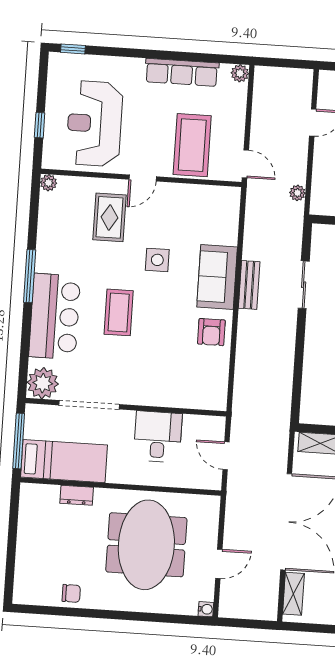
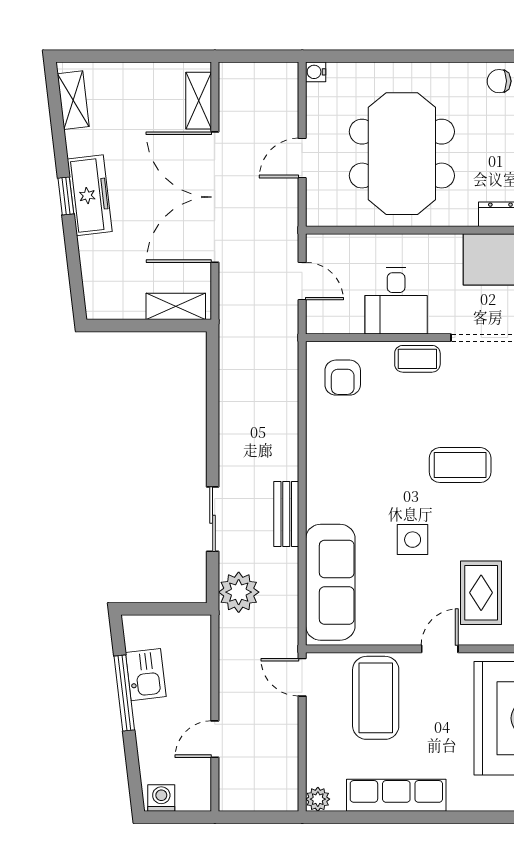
plant: (297, 193) -> (239, 592), moved, width x1.88, depth x1.88
sofa: (217, 277) -> (330, 582), moved, width x1.36
coffee table: (119, 312) -> (460, 465), turned 90
armchair: (211, 332) -> (343, 378), moved, turned 180
coffee table: (145, 393) -> (417, 359), added
door: (219, 564) -> (302, 158), moved

